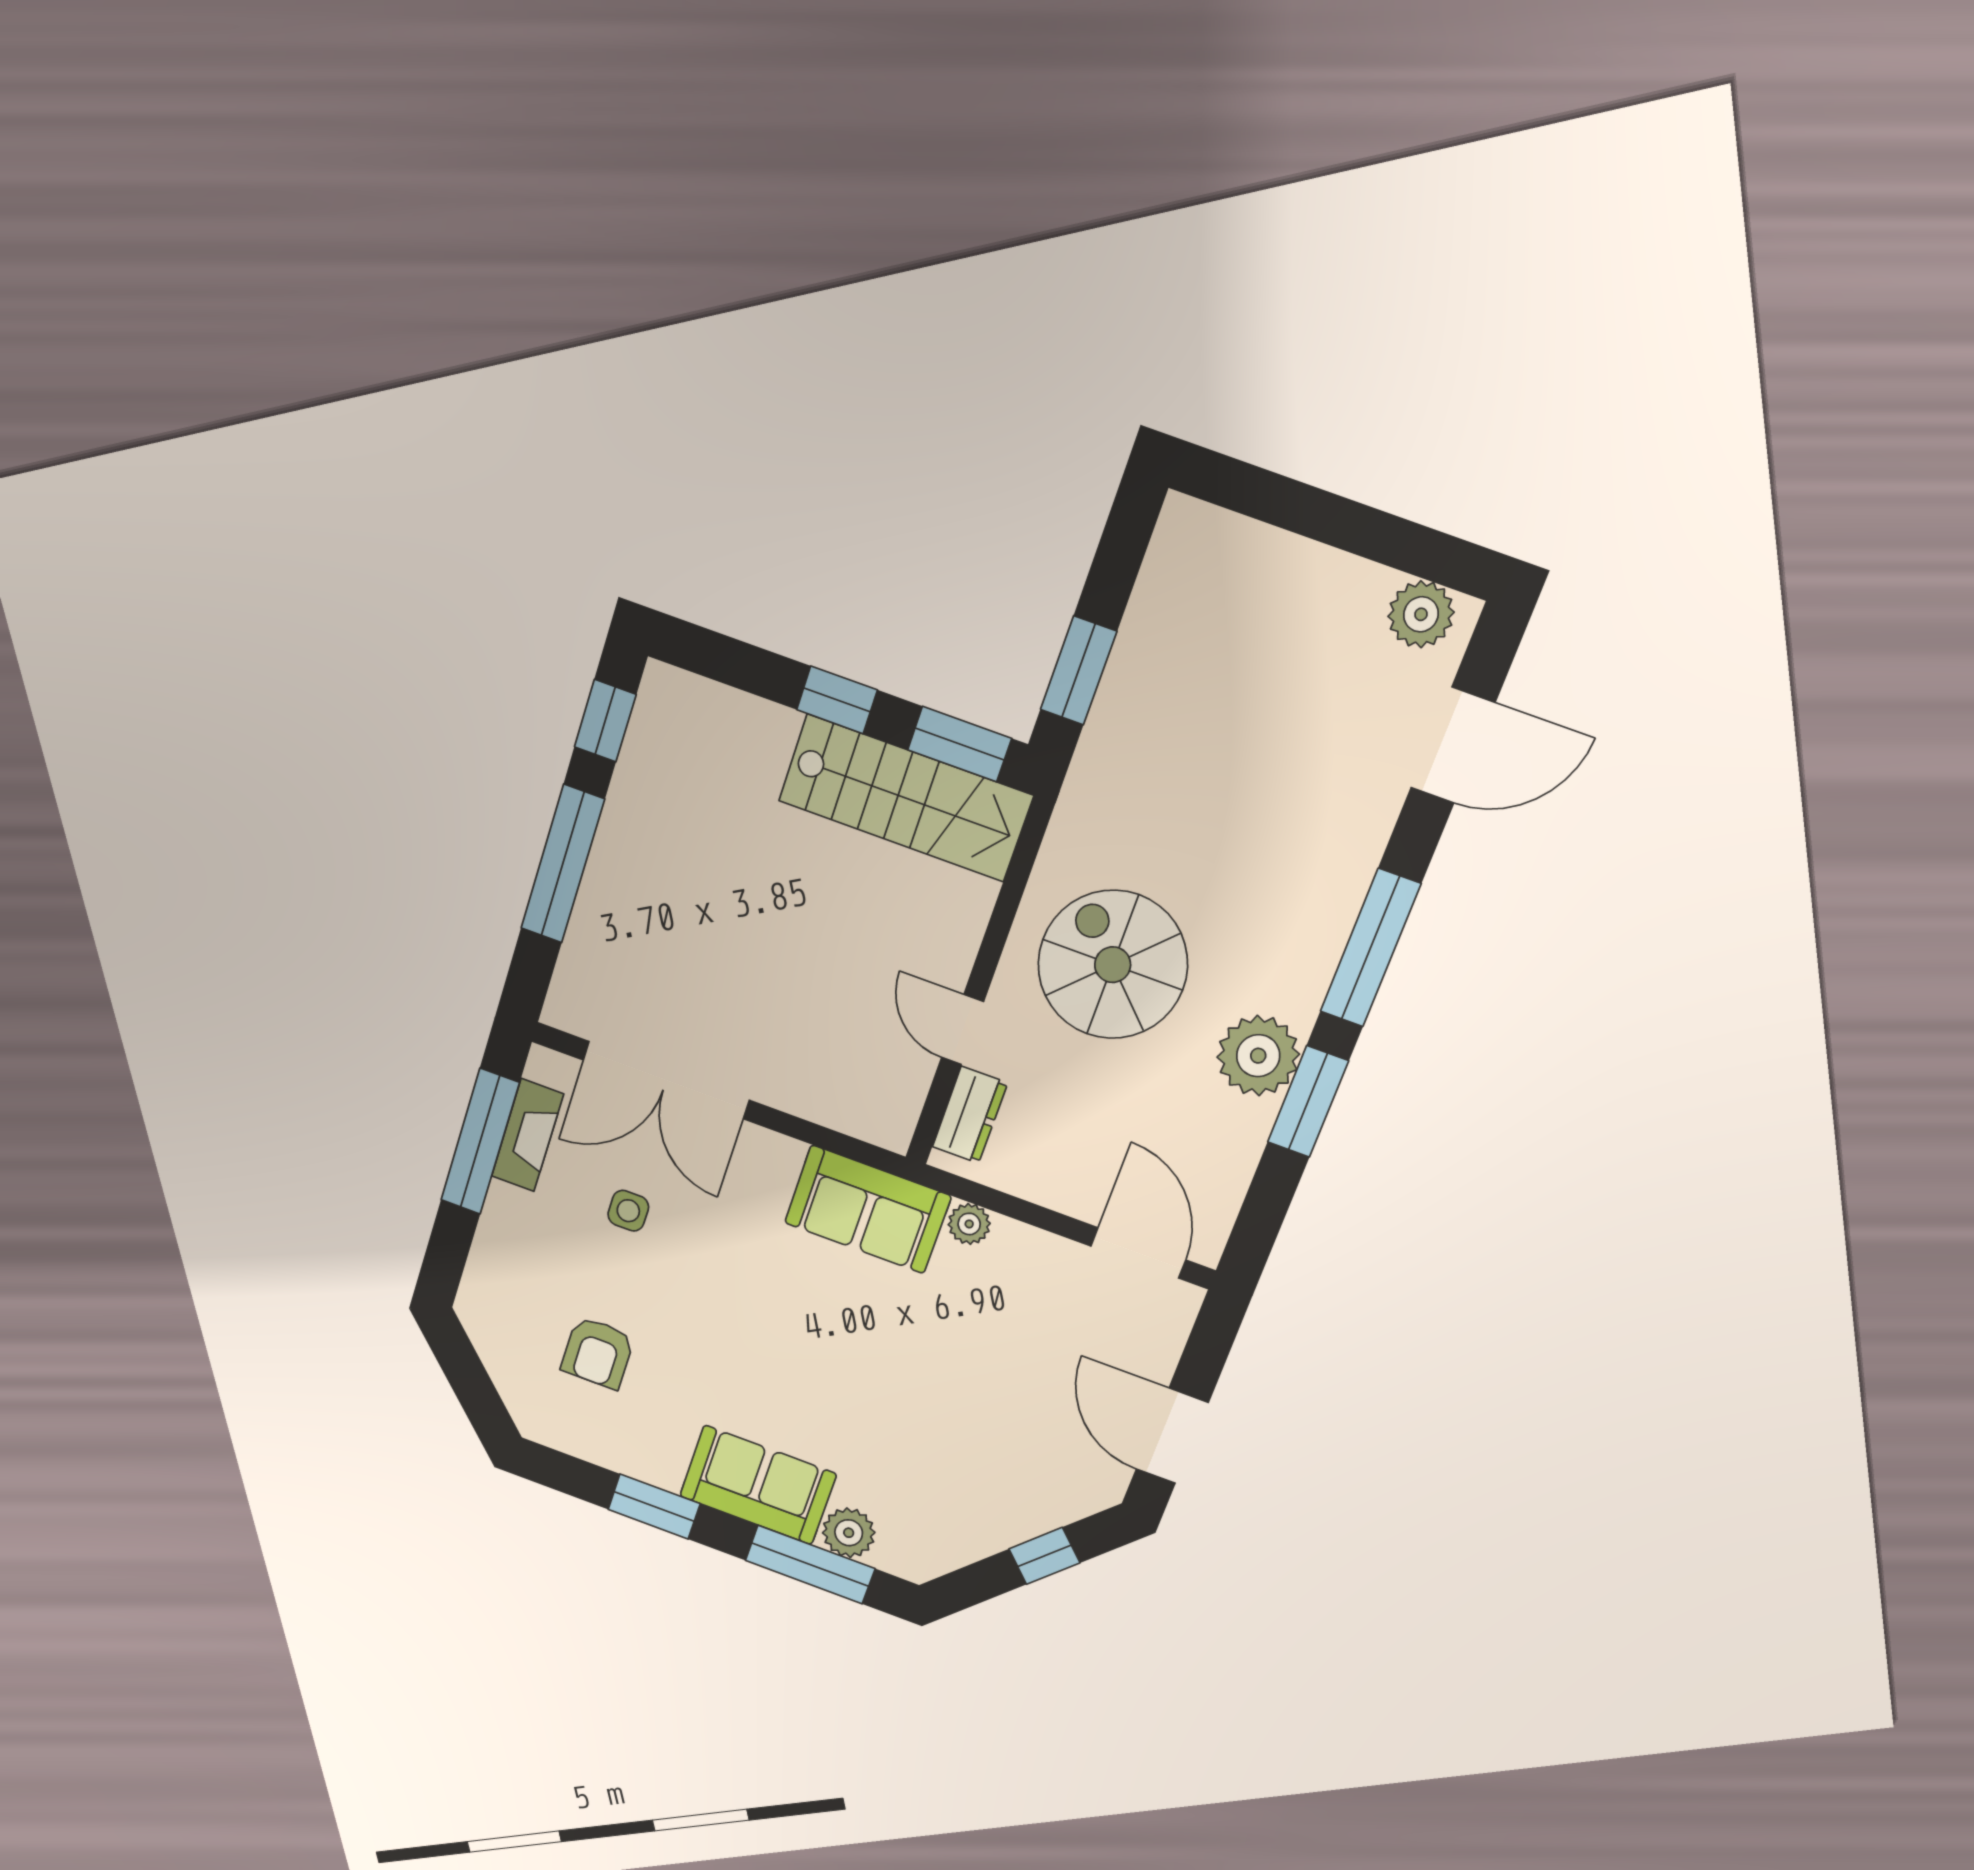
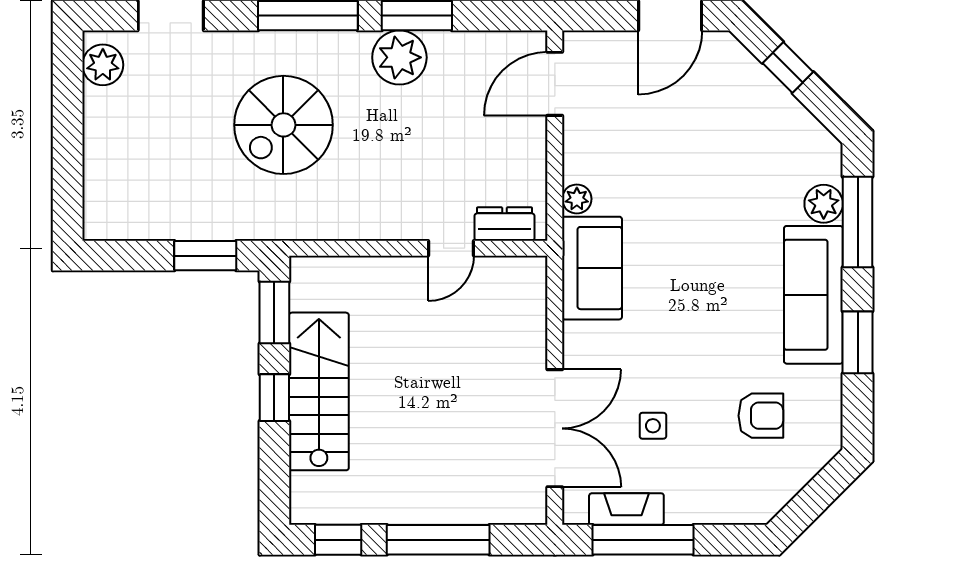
stairs: (906, 798) -> (319, 391), moved
spiral stairs: (1113, 965) -> (283, 125), moved
sofa: (758, 1485) -> (813, 295), width x1.36

